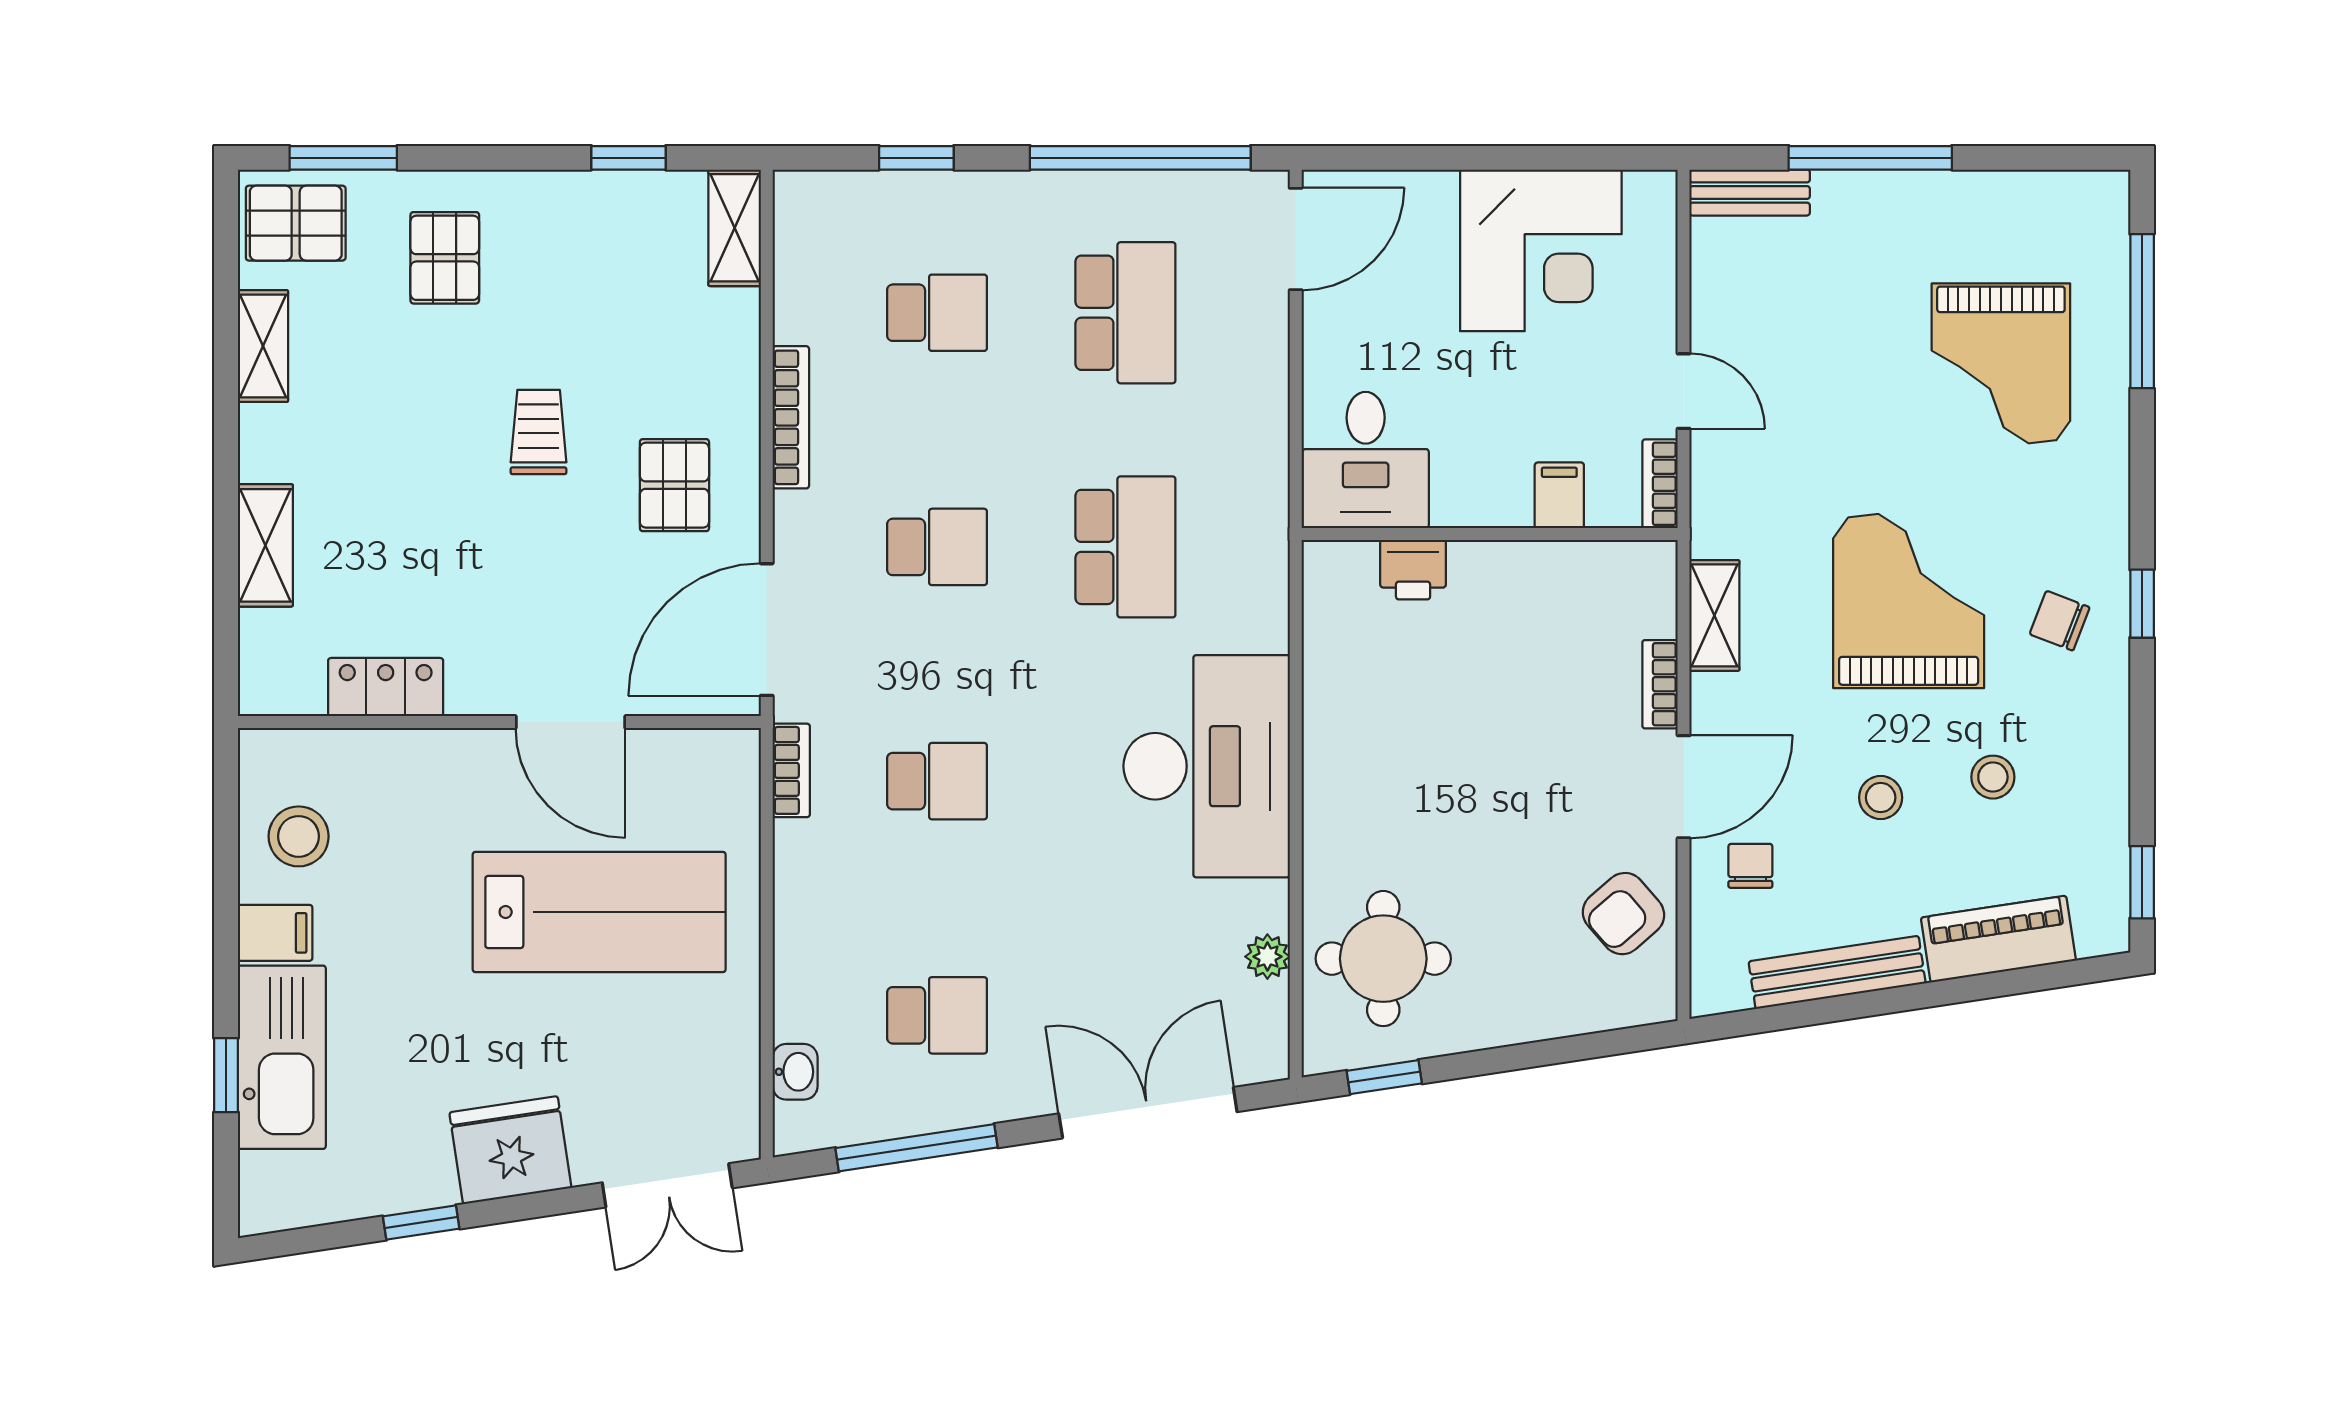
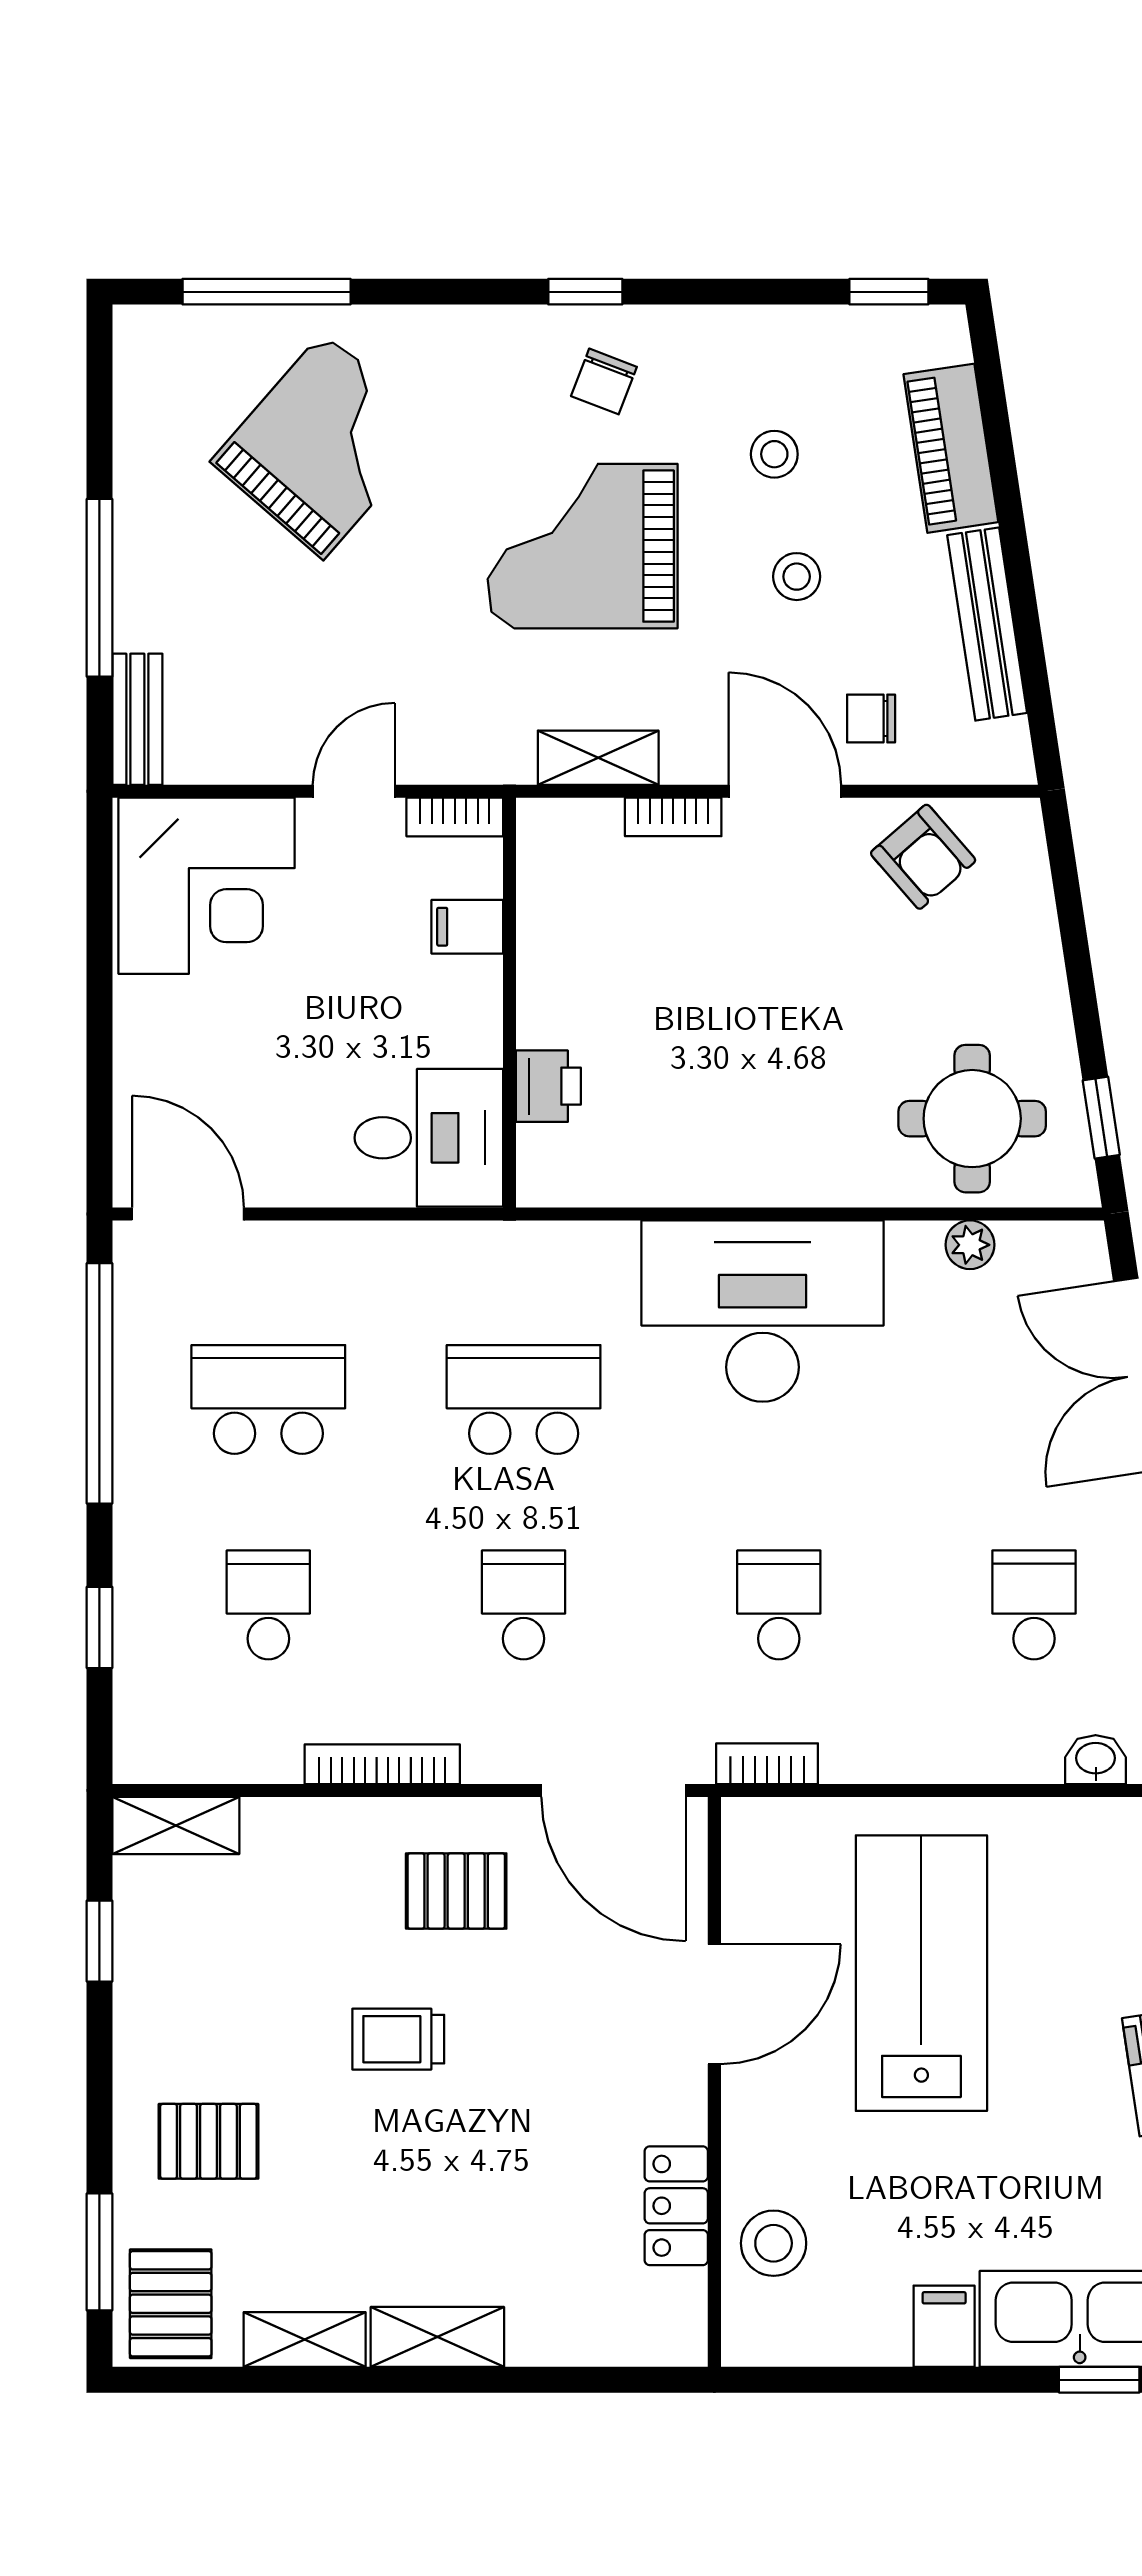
corner desk: (1541, 250) -> (207, 886), moved, turned 90
grand piano: (2001, 363) -> (324, 445), turned -49
shelving: (265, 545) -> (437, 2337), moved
stool: (299, 836) -> (774, 2243), moved

